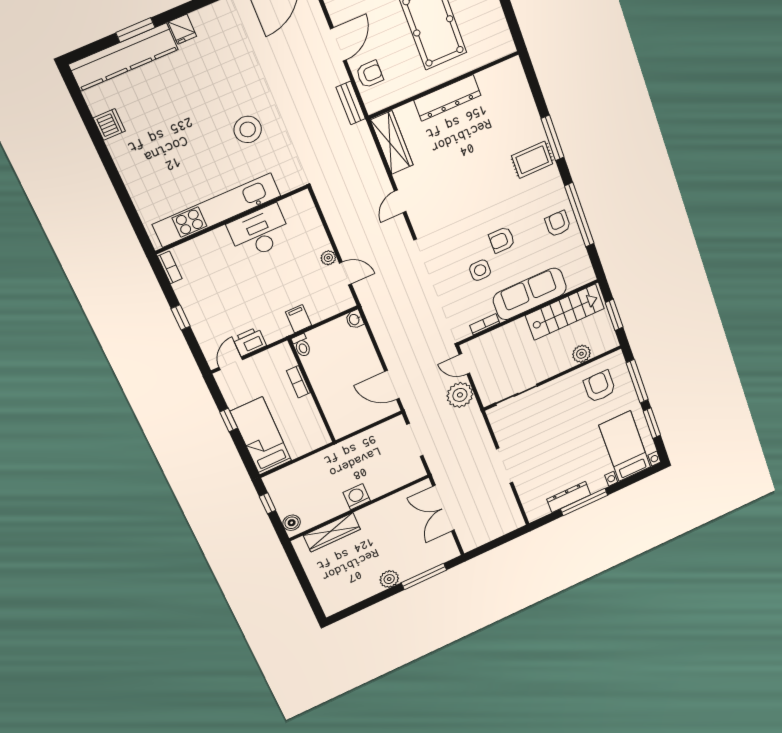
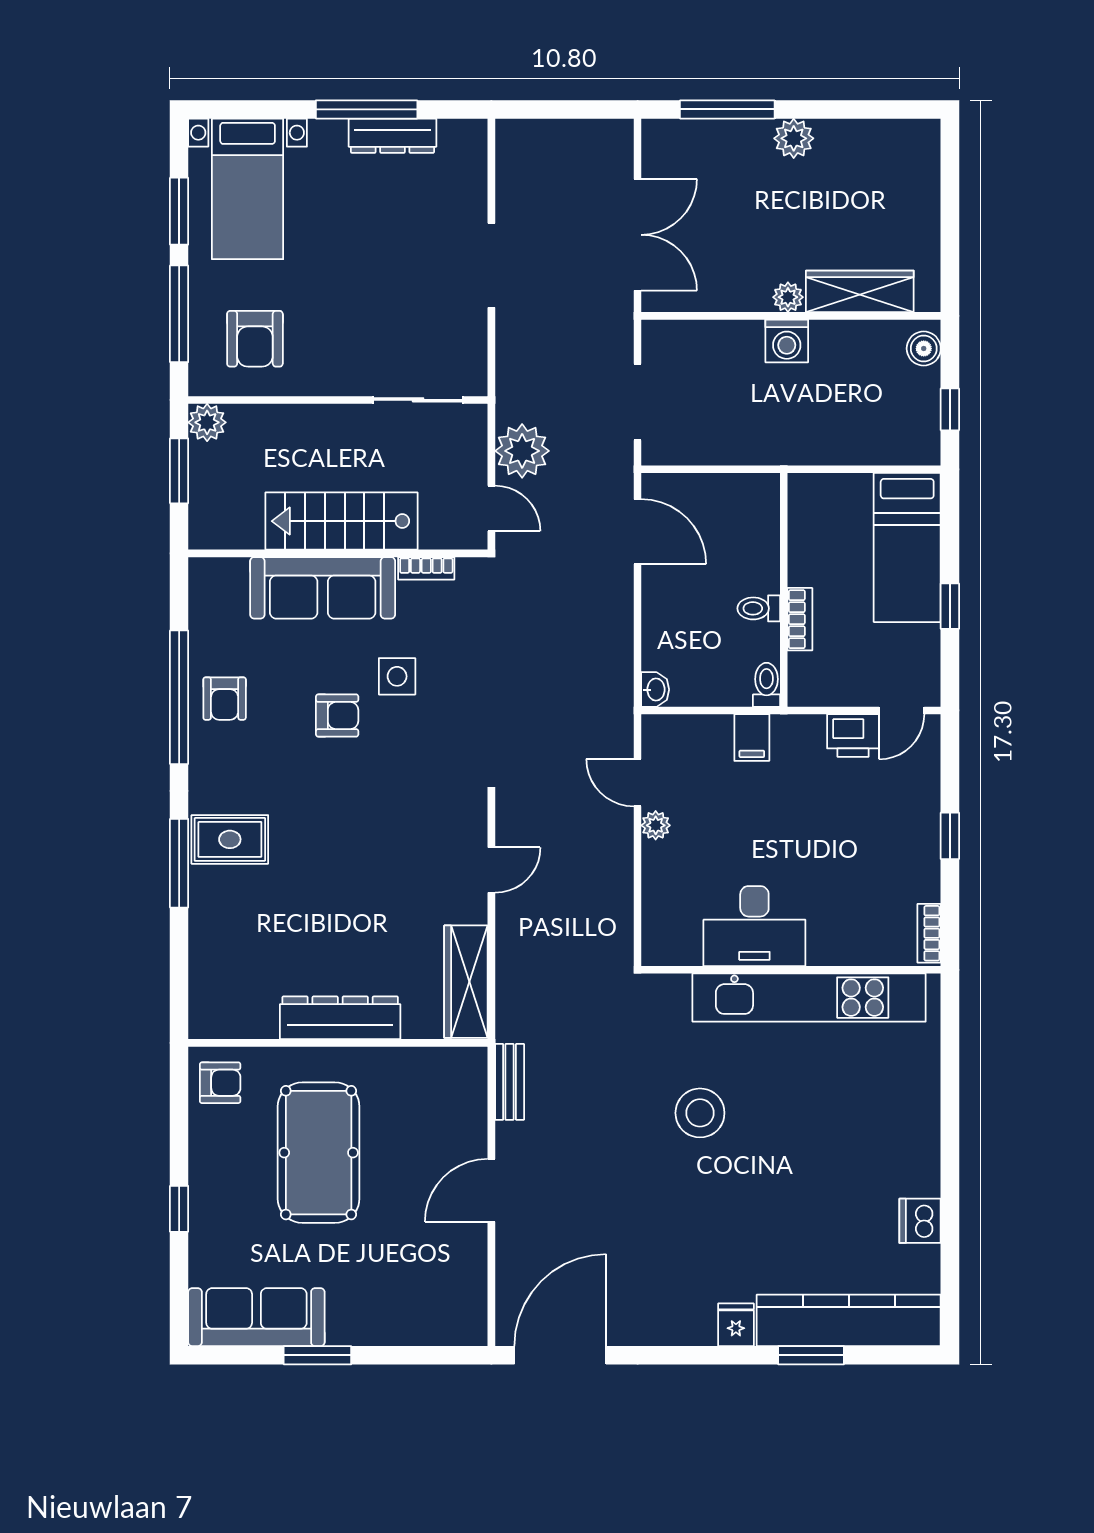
armchair: (370, 74) -> (220, 1083), moved, turned 180
stairs: (565, 312) -> (341, 521), moved
plant: (581, 354) -> (207, 422), moved
toilet: (320, 378) -> (759, 608), added
plant: (364, 515) -> (788, 297), added

